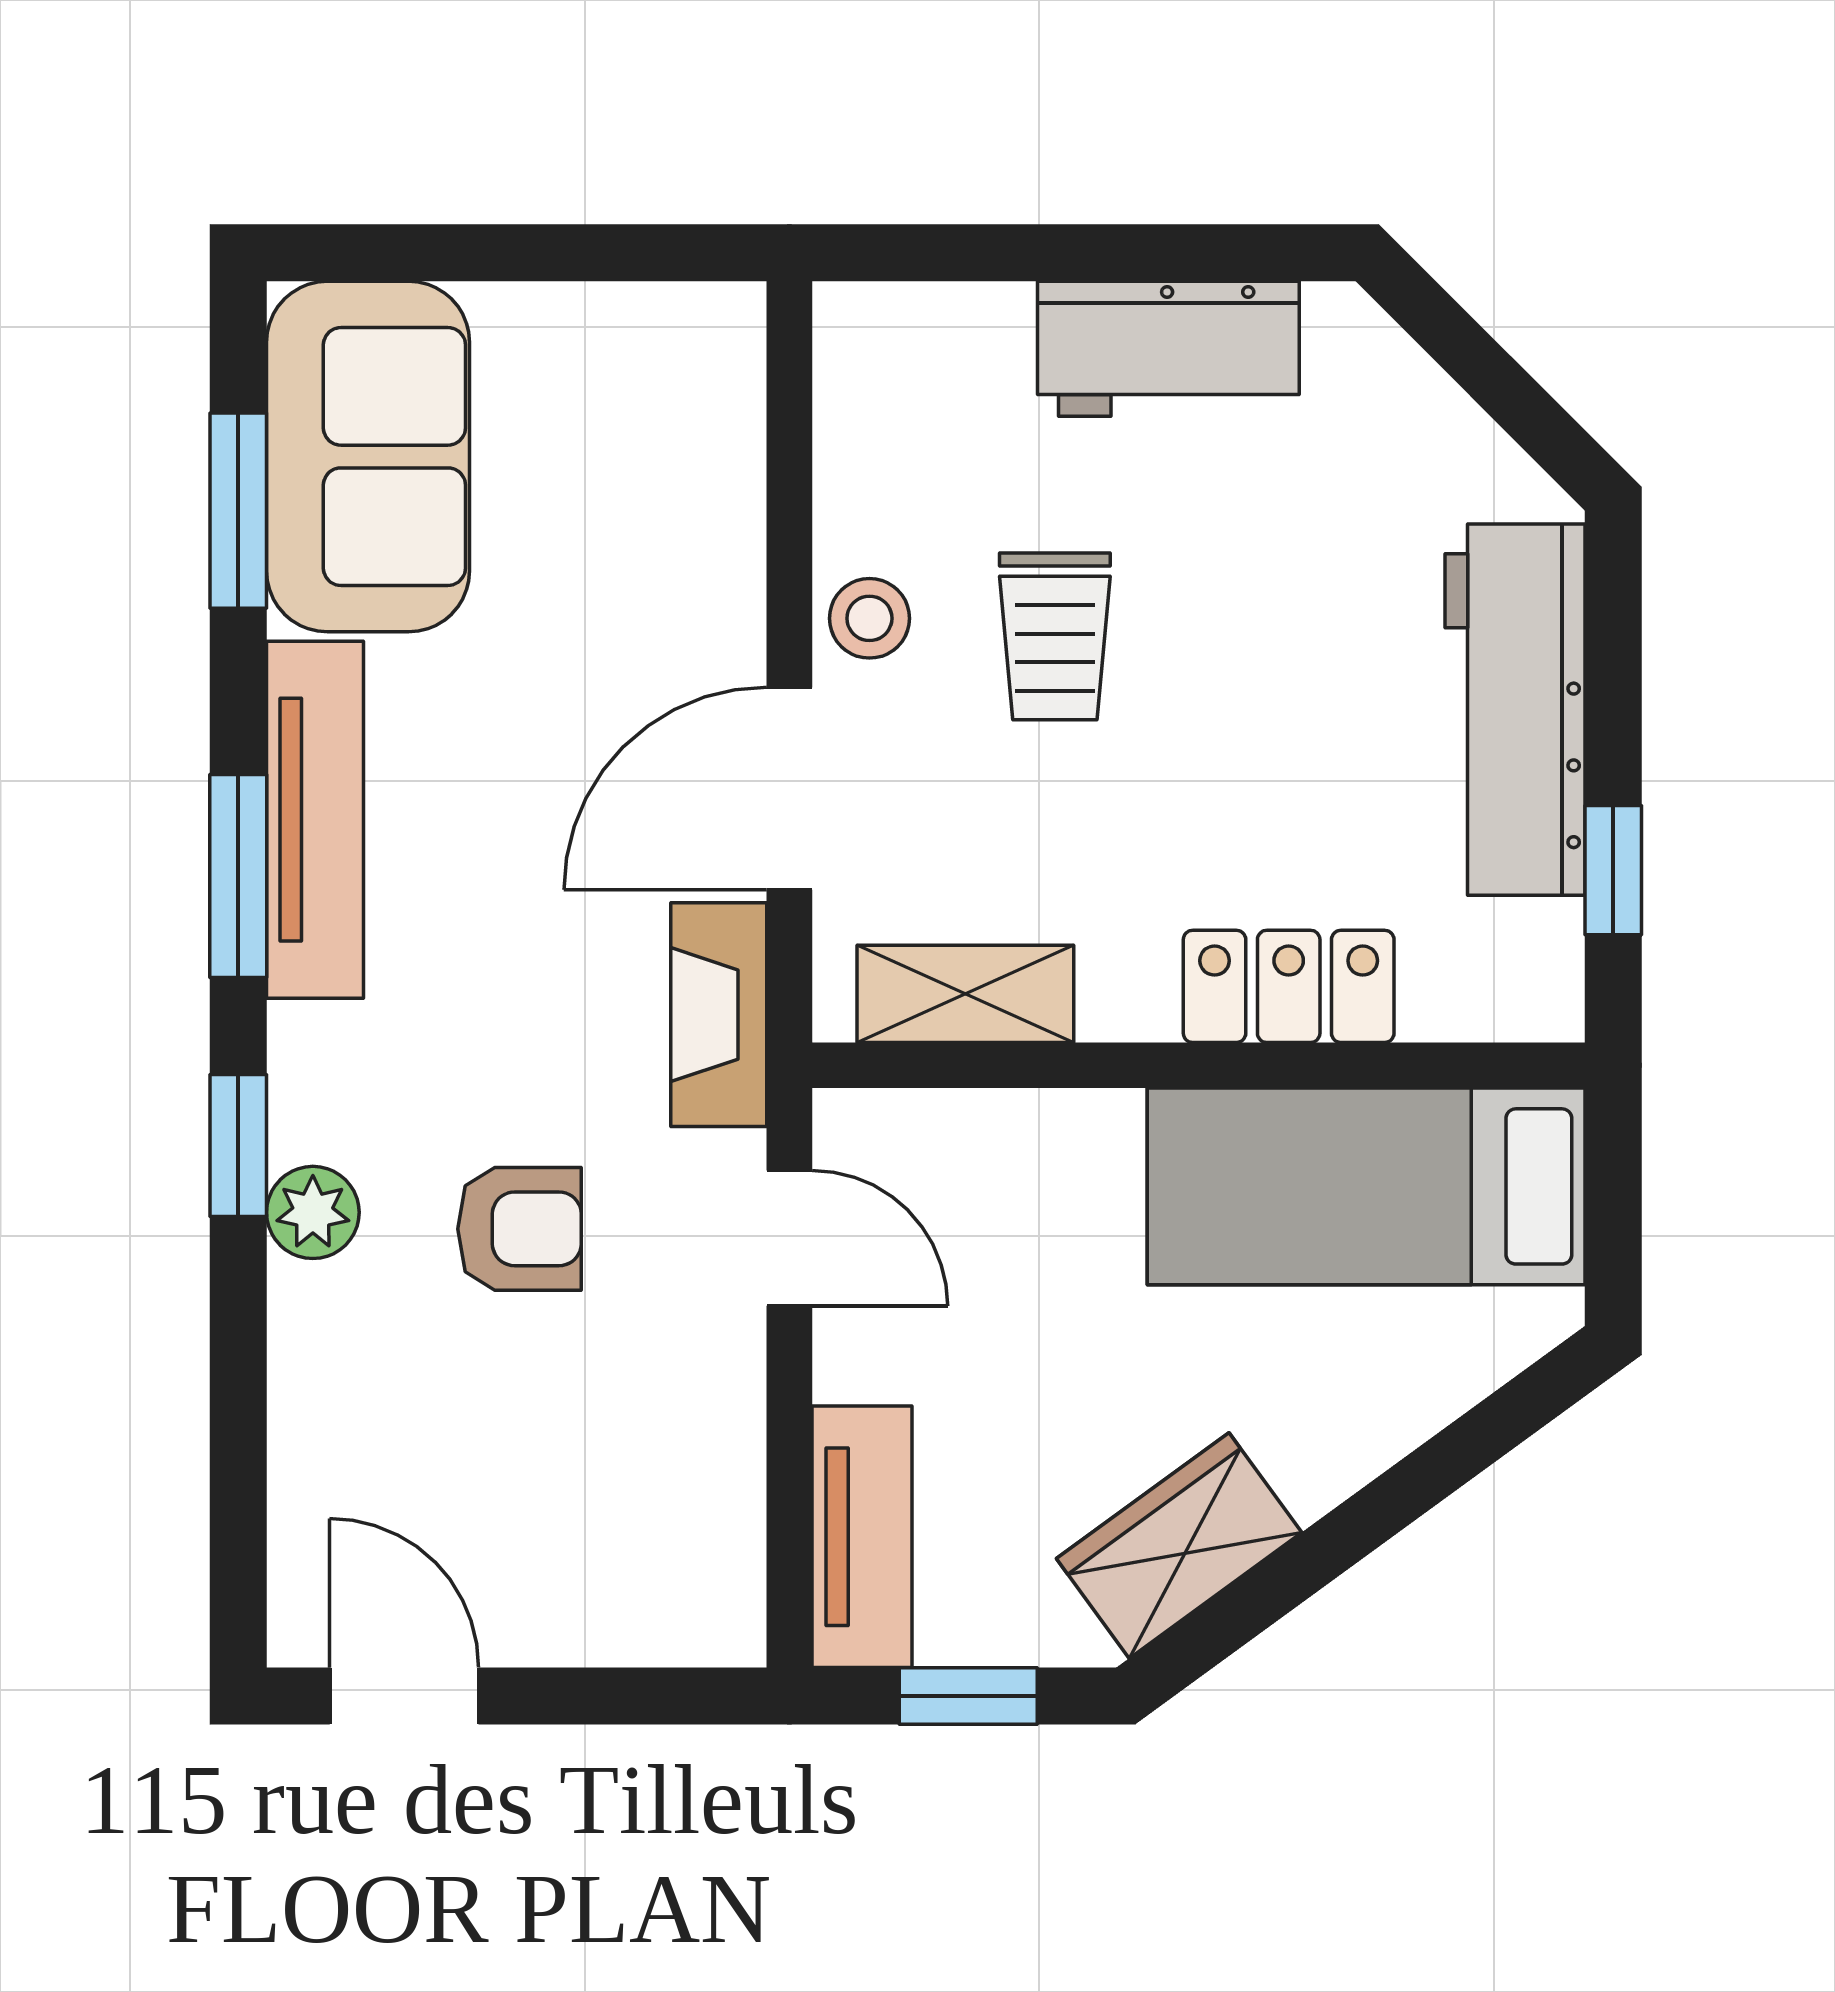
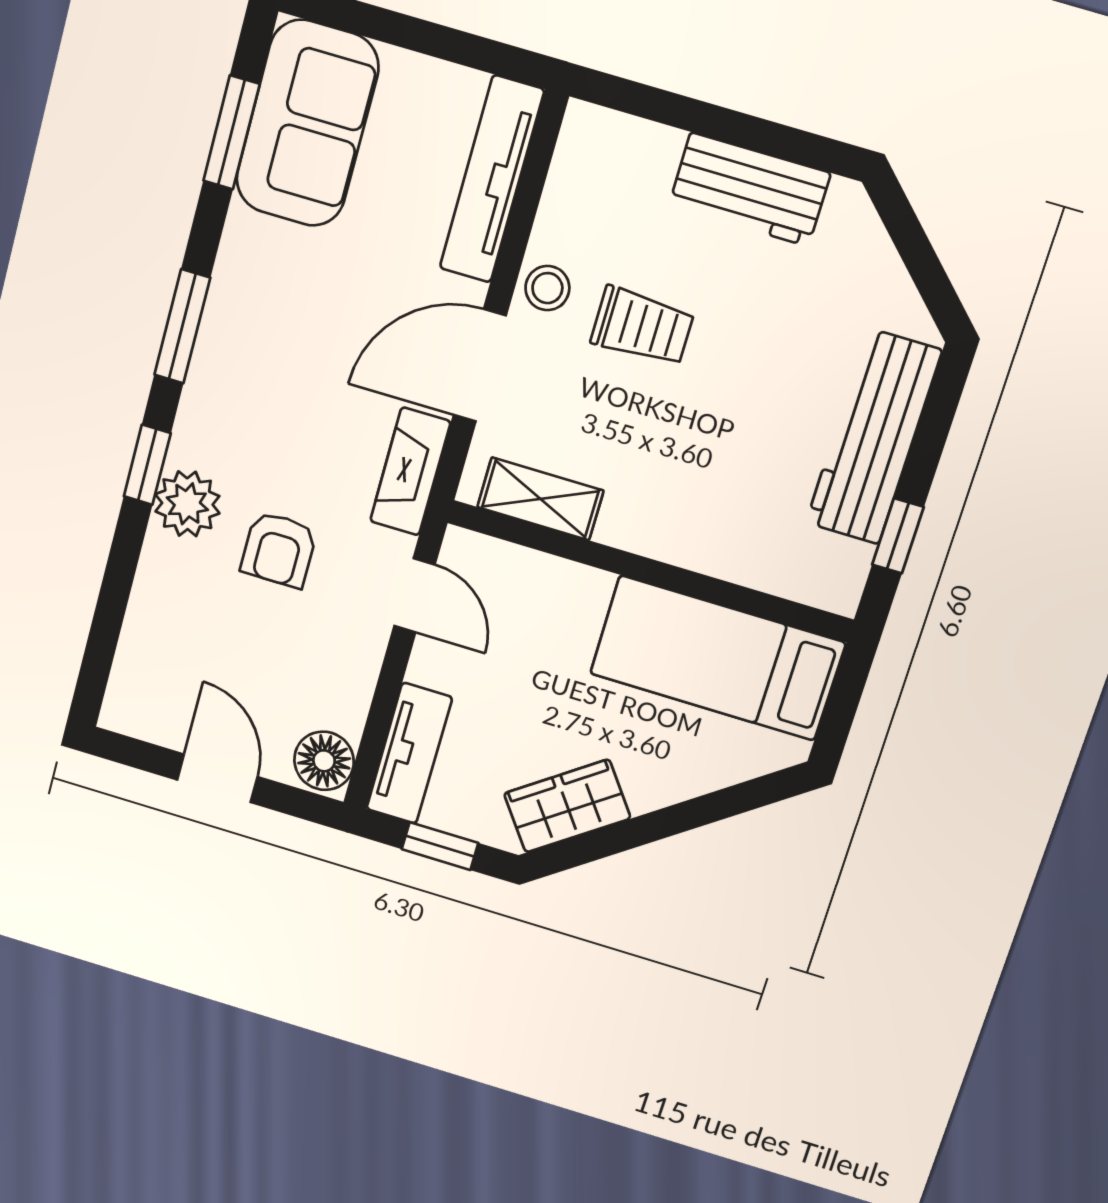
trolley: (1055, 636) -> (642, 326), turned -90
tv unit: (315, 820) -> (492, 179), moved, turned 180
locker: (1289, 986) -> (709, 545), removed
plant: (313, 1212) -> (187, 504), width x1.38, depth x1.38
armchair: (520, 1229) -> (279, 550), turned 90
floor lamp: (709, 1600) -> (324, 761), added
door: (404, 1696) -> (217, 778), moved

